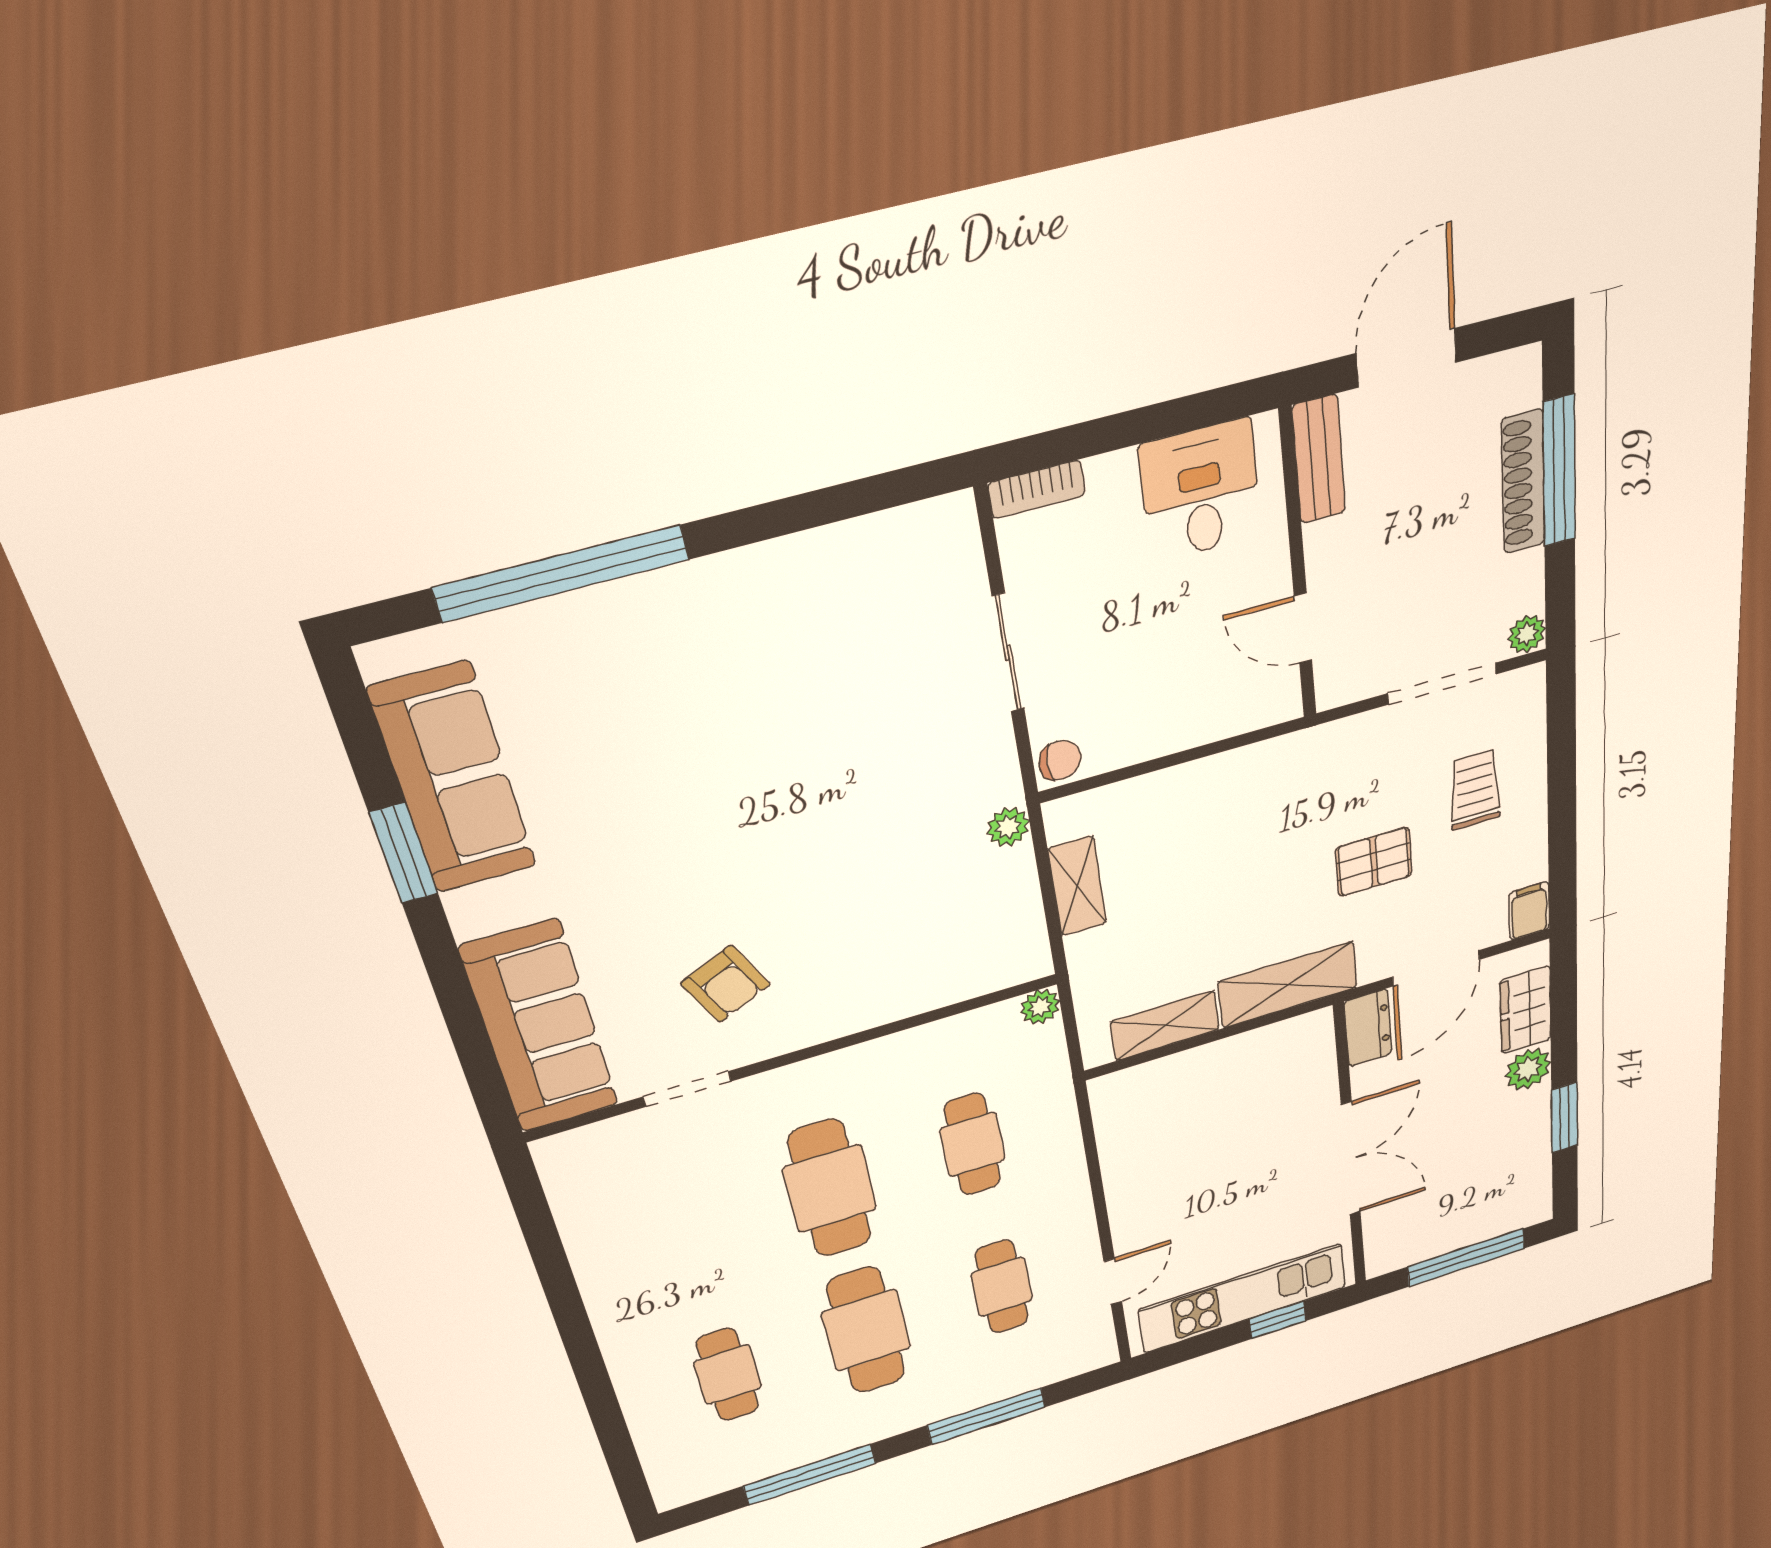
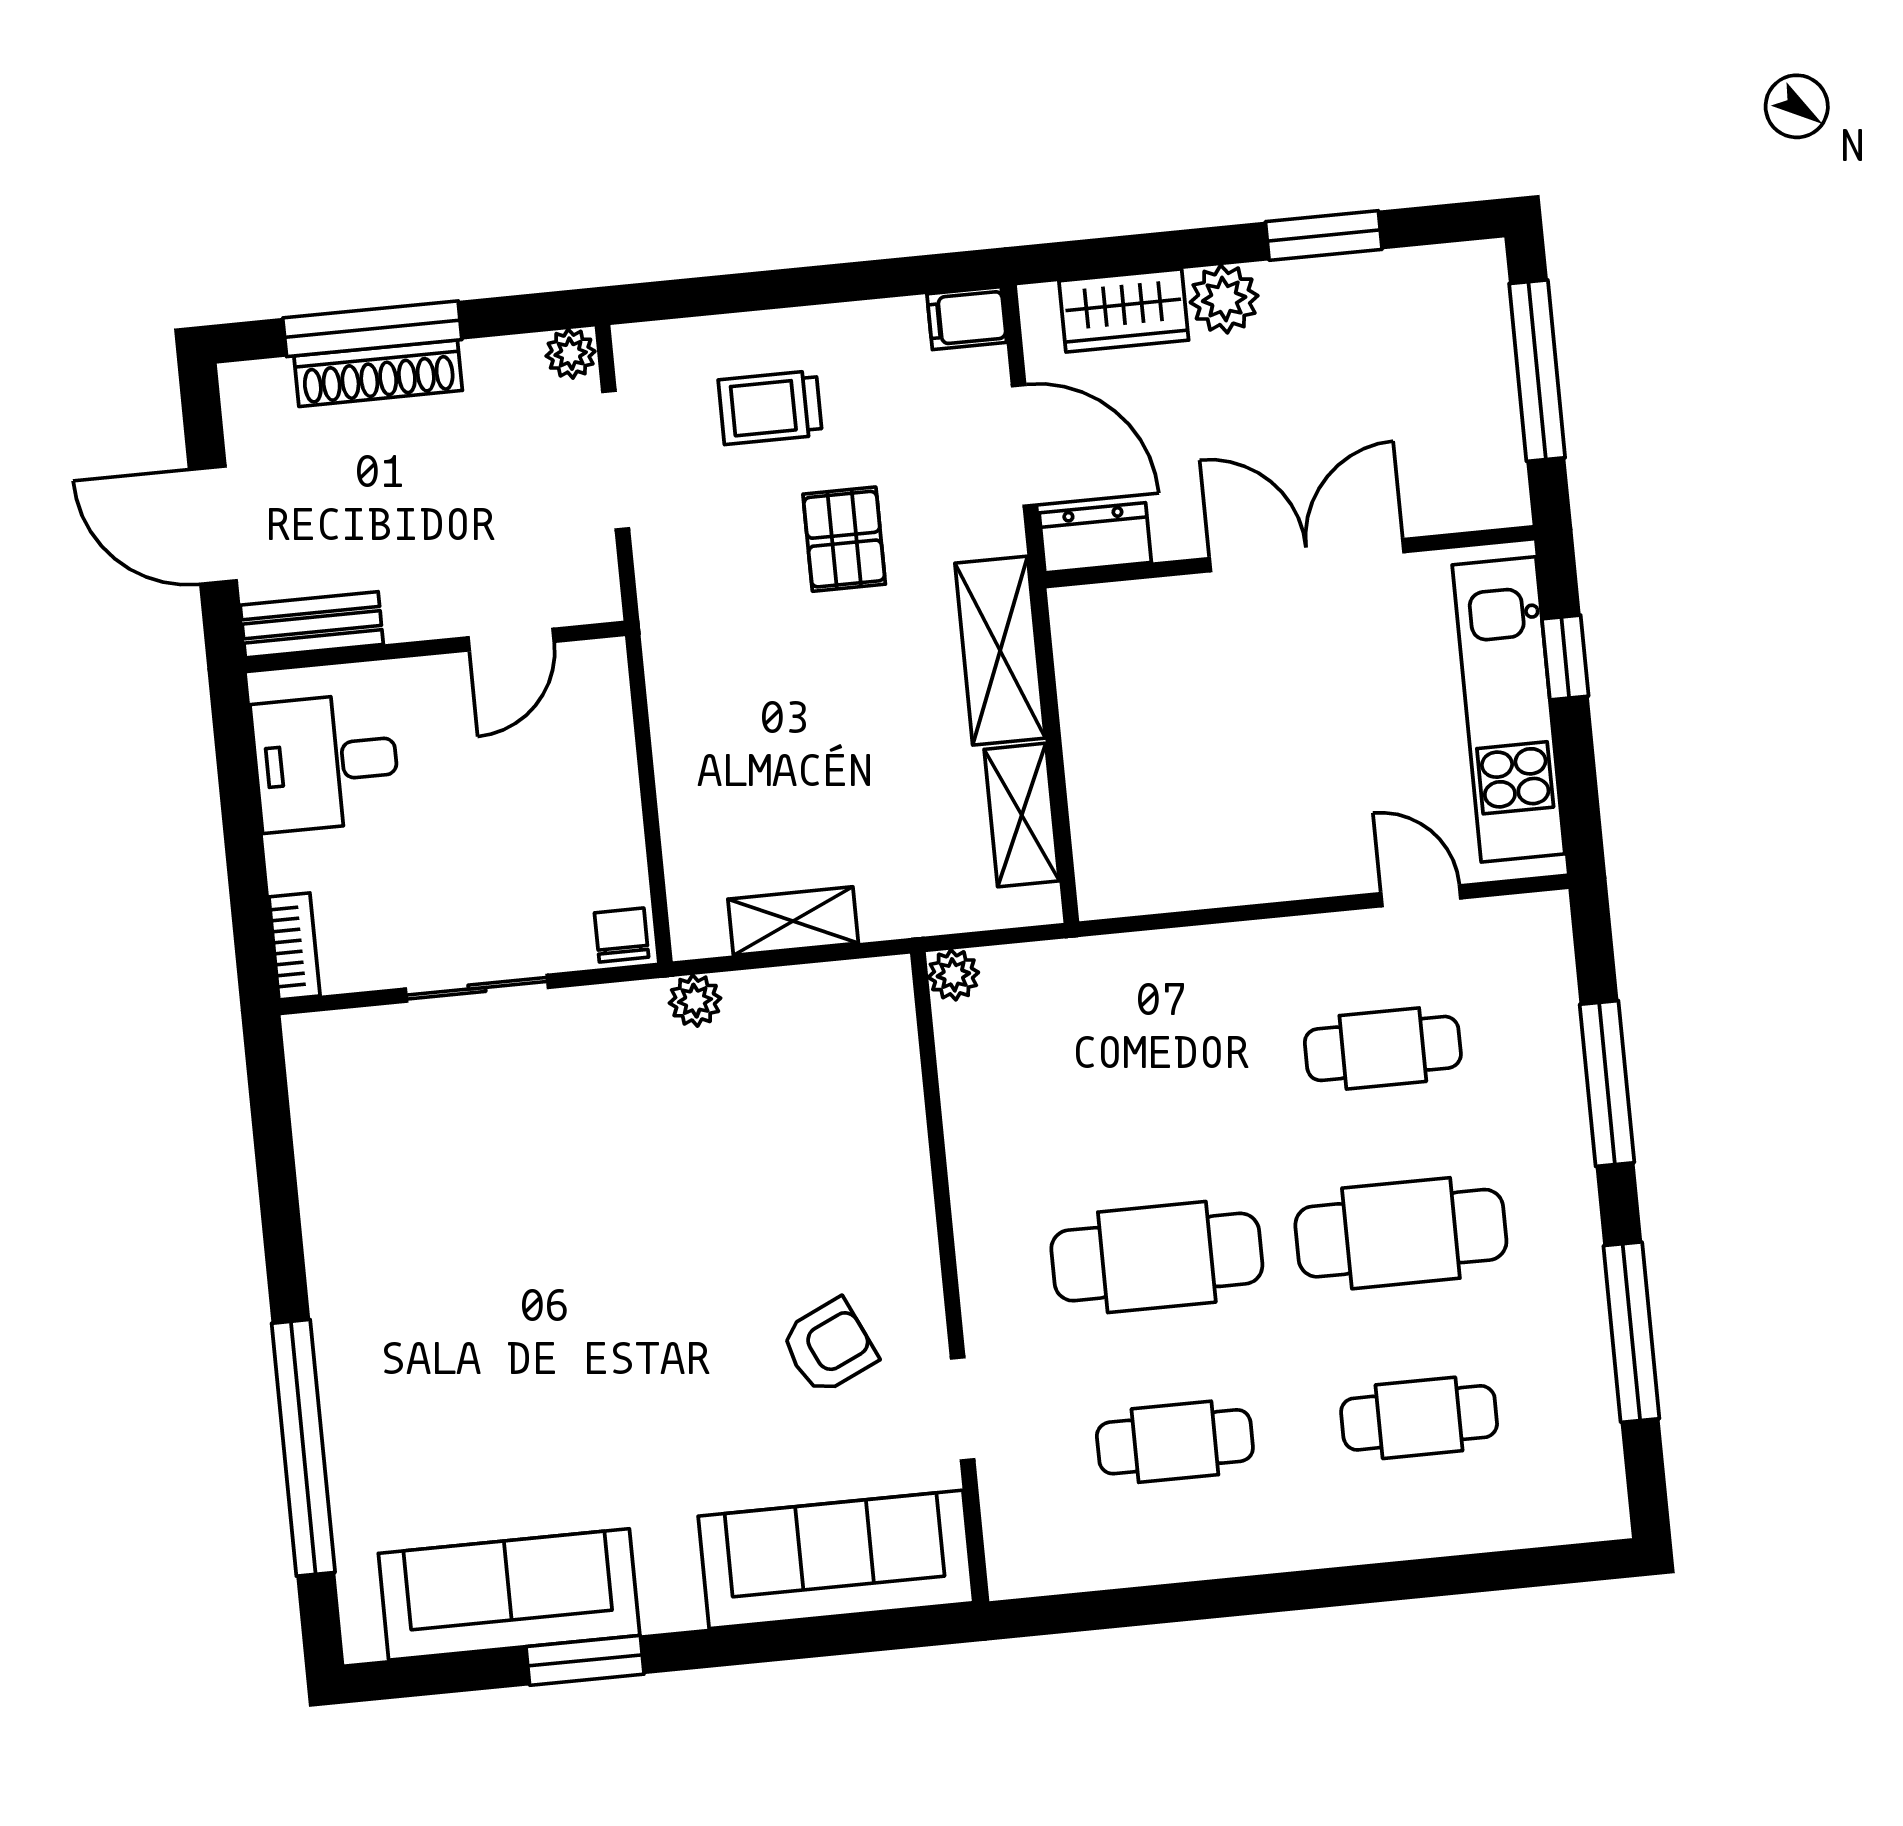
cafe table: (972, 1144) -> (1175, 1442), moved

